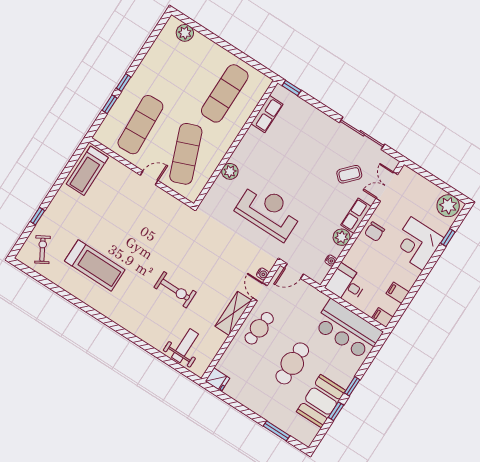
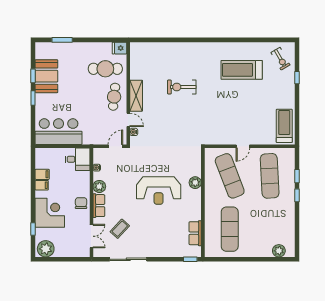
reception desk: (269, 211) -> (159, 190), moved
filing cabinet: (382, 318) -> (42, 185), moved
weight bench: (185, 346) -> (153, 56), removed
cafe table: (292, 363) -> (105, 69), moved, turned 90

